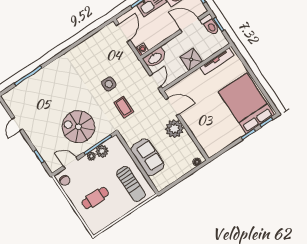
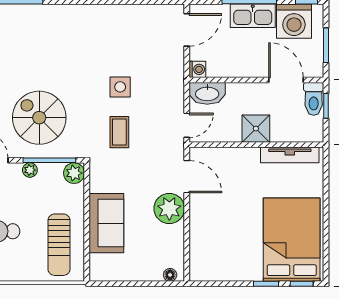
plant: (102, 151) -> (74, 173), moved

